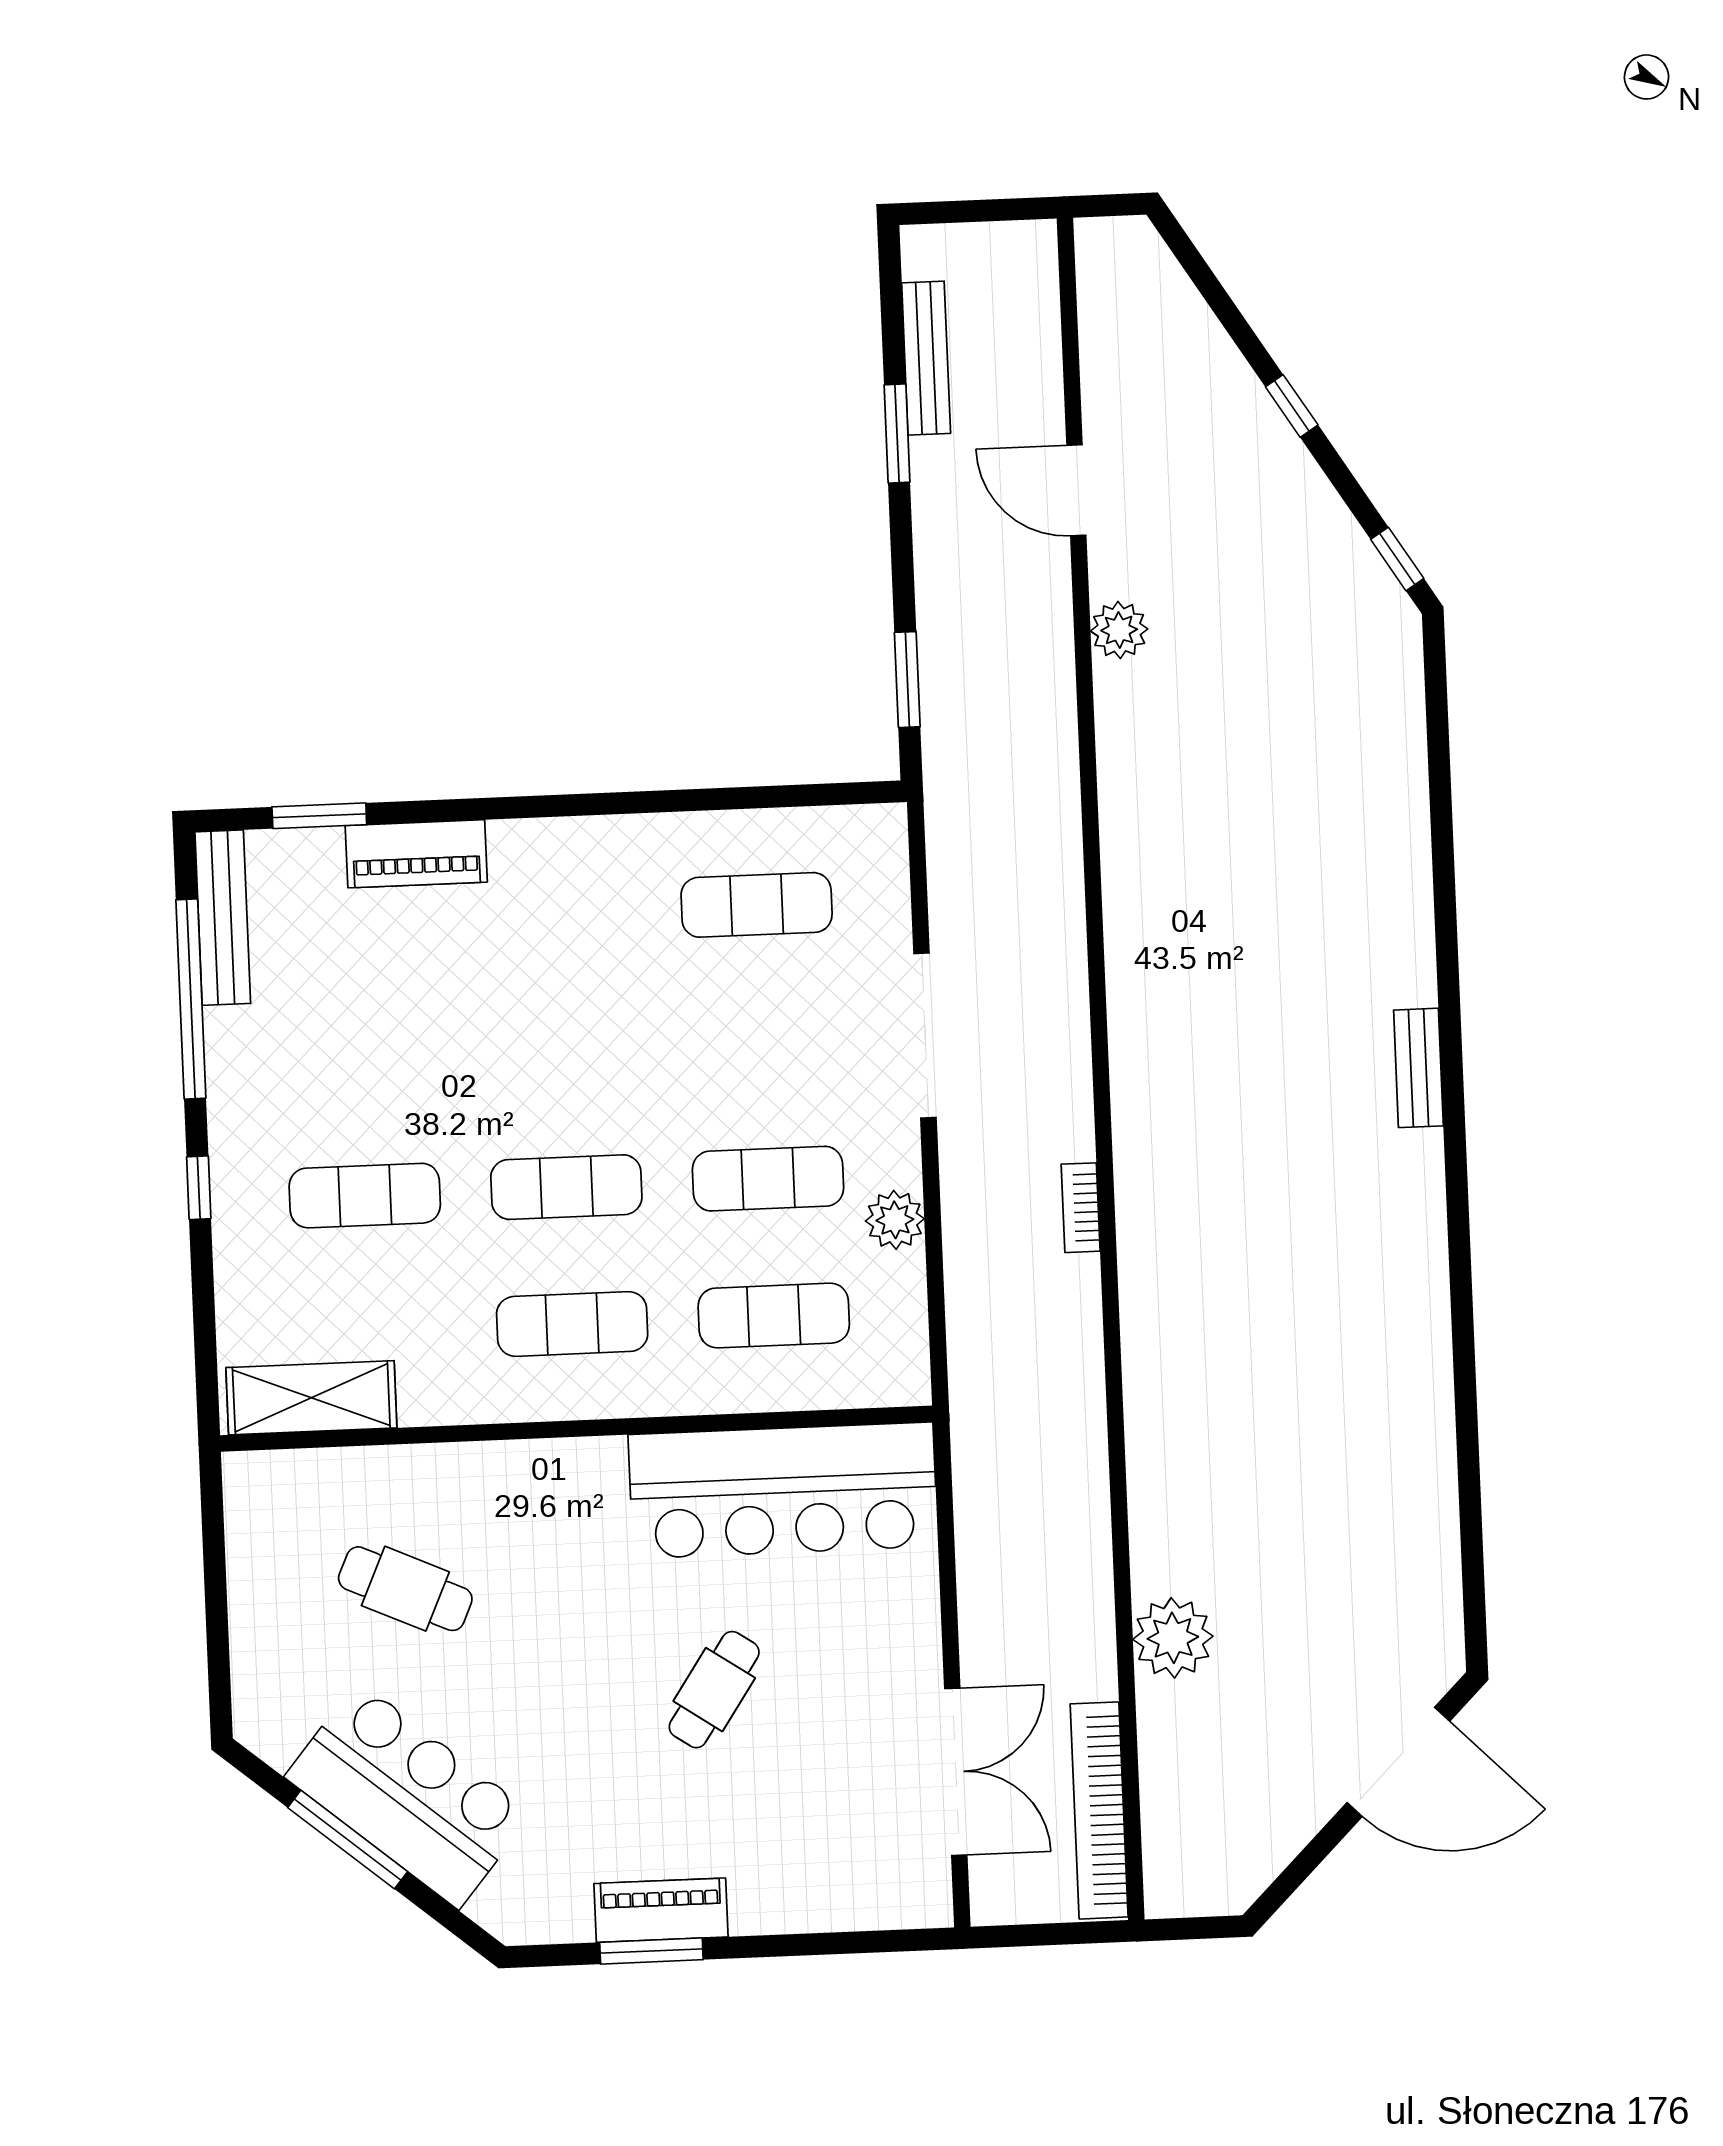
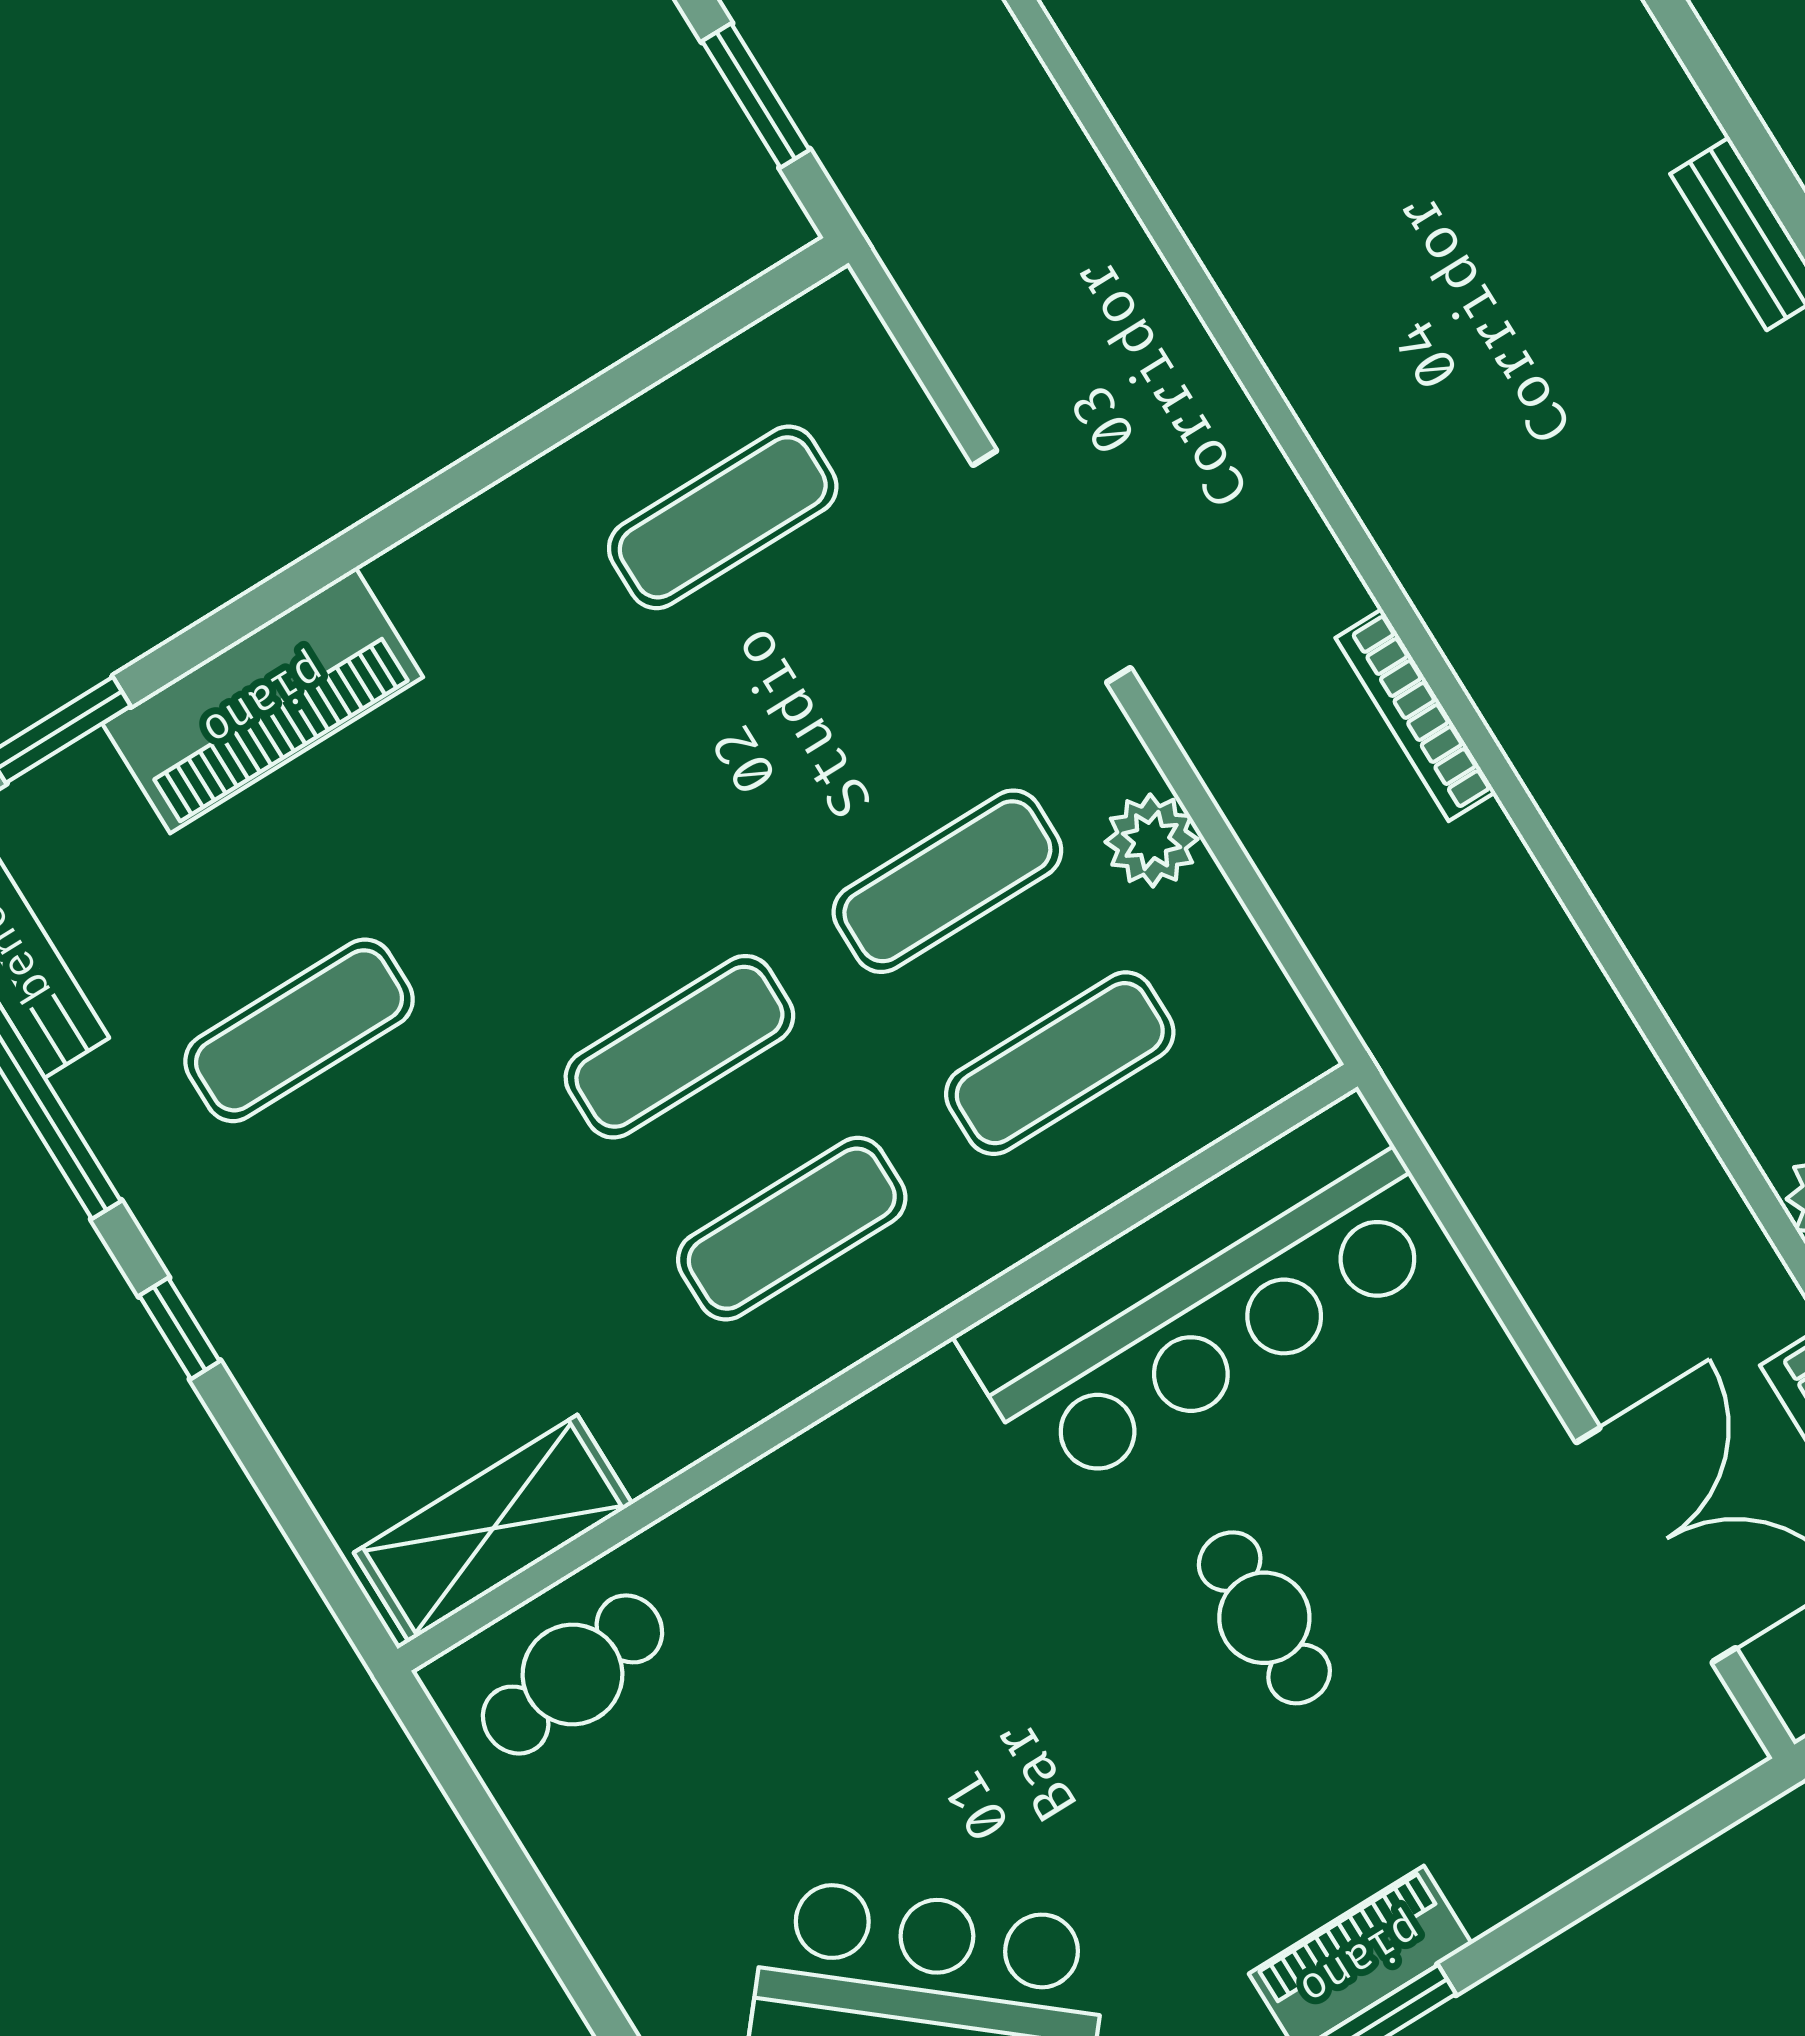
piano: (416, 854) -> (263, 700), width x1.37, depth x1.33
exercise mat: (365, 1196) -> (299, 1030), moved
bookcase: (1081, 1208) -> (1415, 715), width x1.56
cafe table: (405, 1589) -> (573, 1674), moved, turned -31
cafe table: (714, 1690) -> (1264, 1618), turned -34

